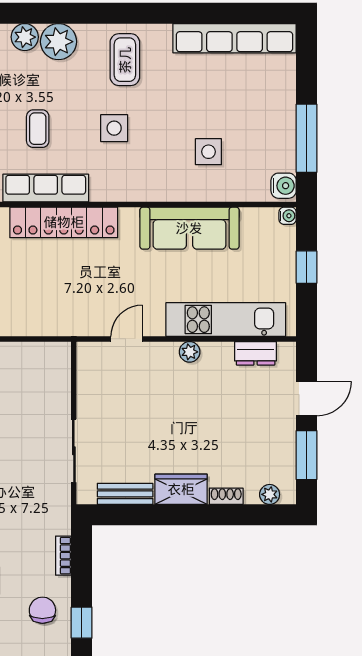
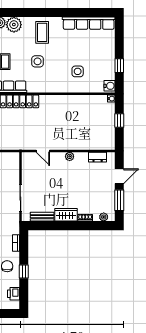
window: (307, 138) -> (119, 66), width x0.46
sofa: (189, 228) -> (70, 104), removed
kitchen unit: (226, 320) -> (85, 143), removed
door: (127, 339) -> (43, 151), swing flipped

